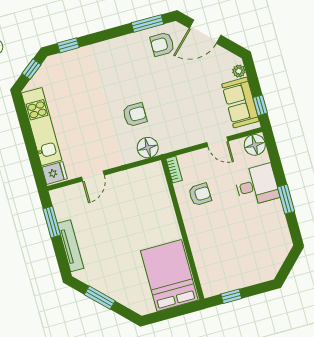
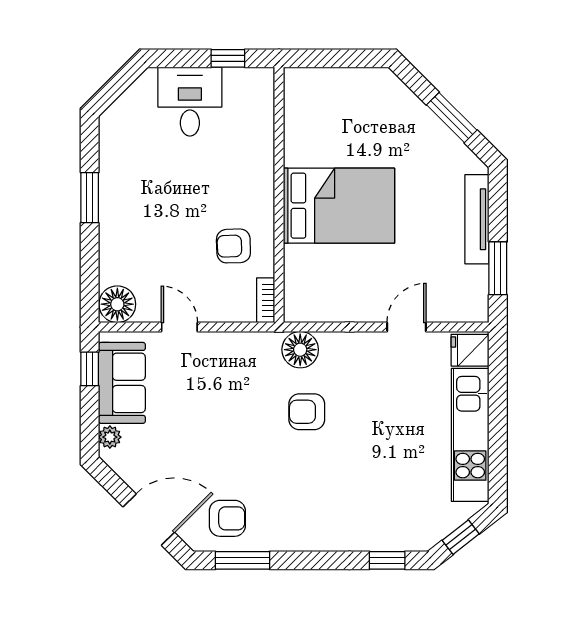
desk: (257, 185) -> (190, 102), moved, turned 90
bed: (169, 275) -> (339, 206), moved, turned -90

